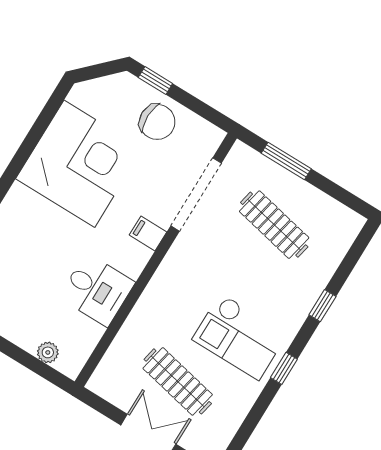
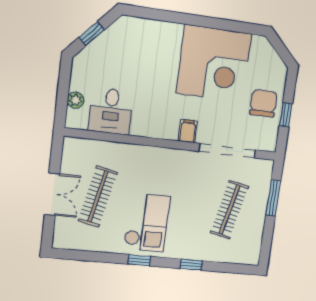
window: (155, 80) -> (286, 115), moved
chair: (157, 122) -> (263, 103), turned 180
desk: (97, 290) -> (111, 111), moved
checkout: (240, 337) -> (147, 222), turned 180

